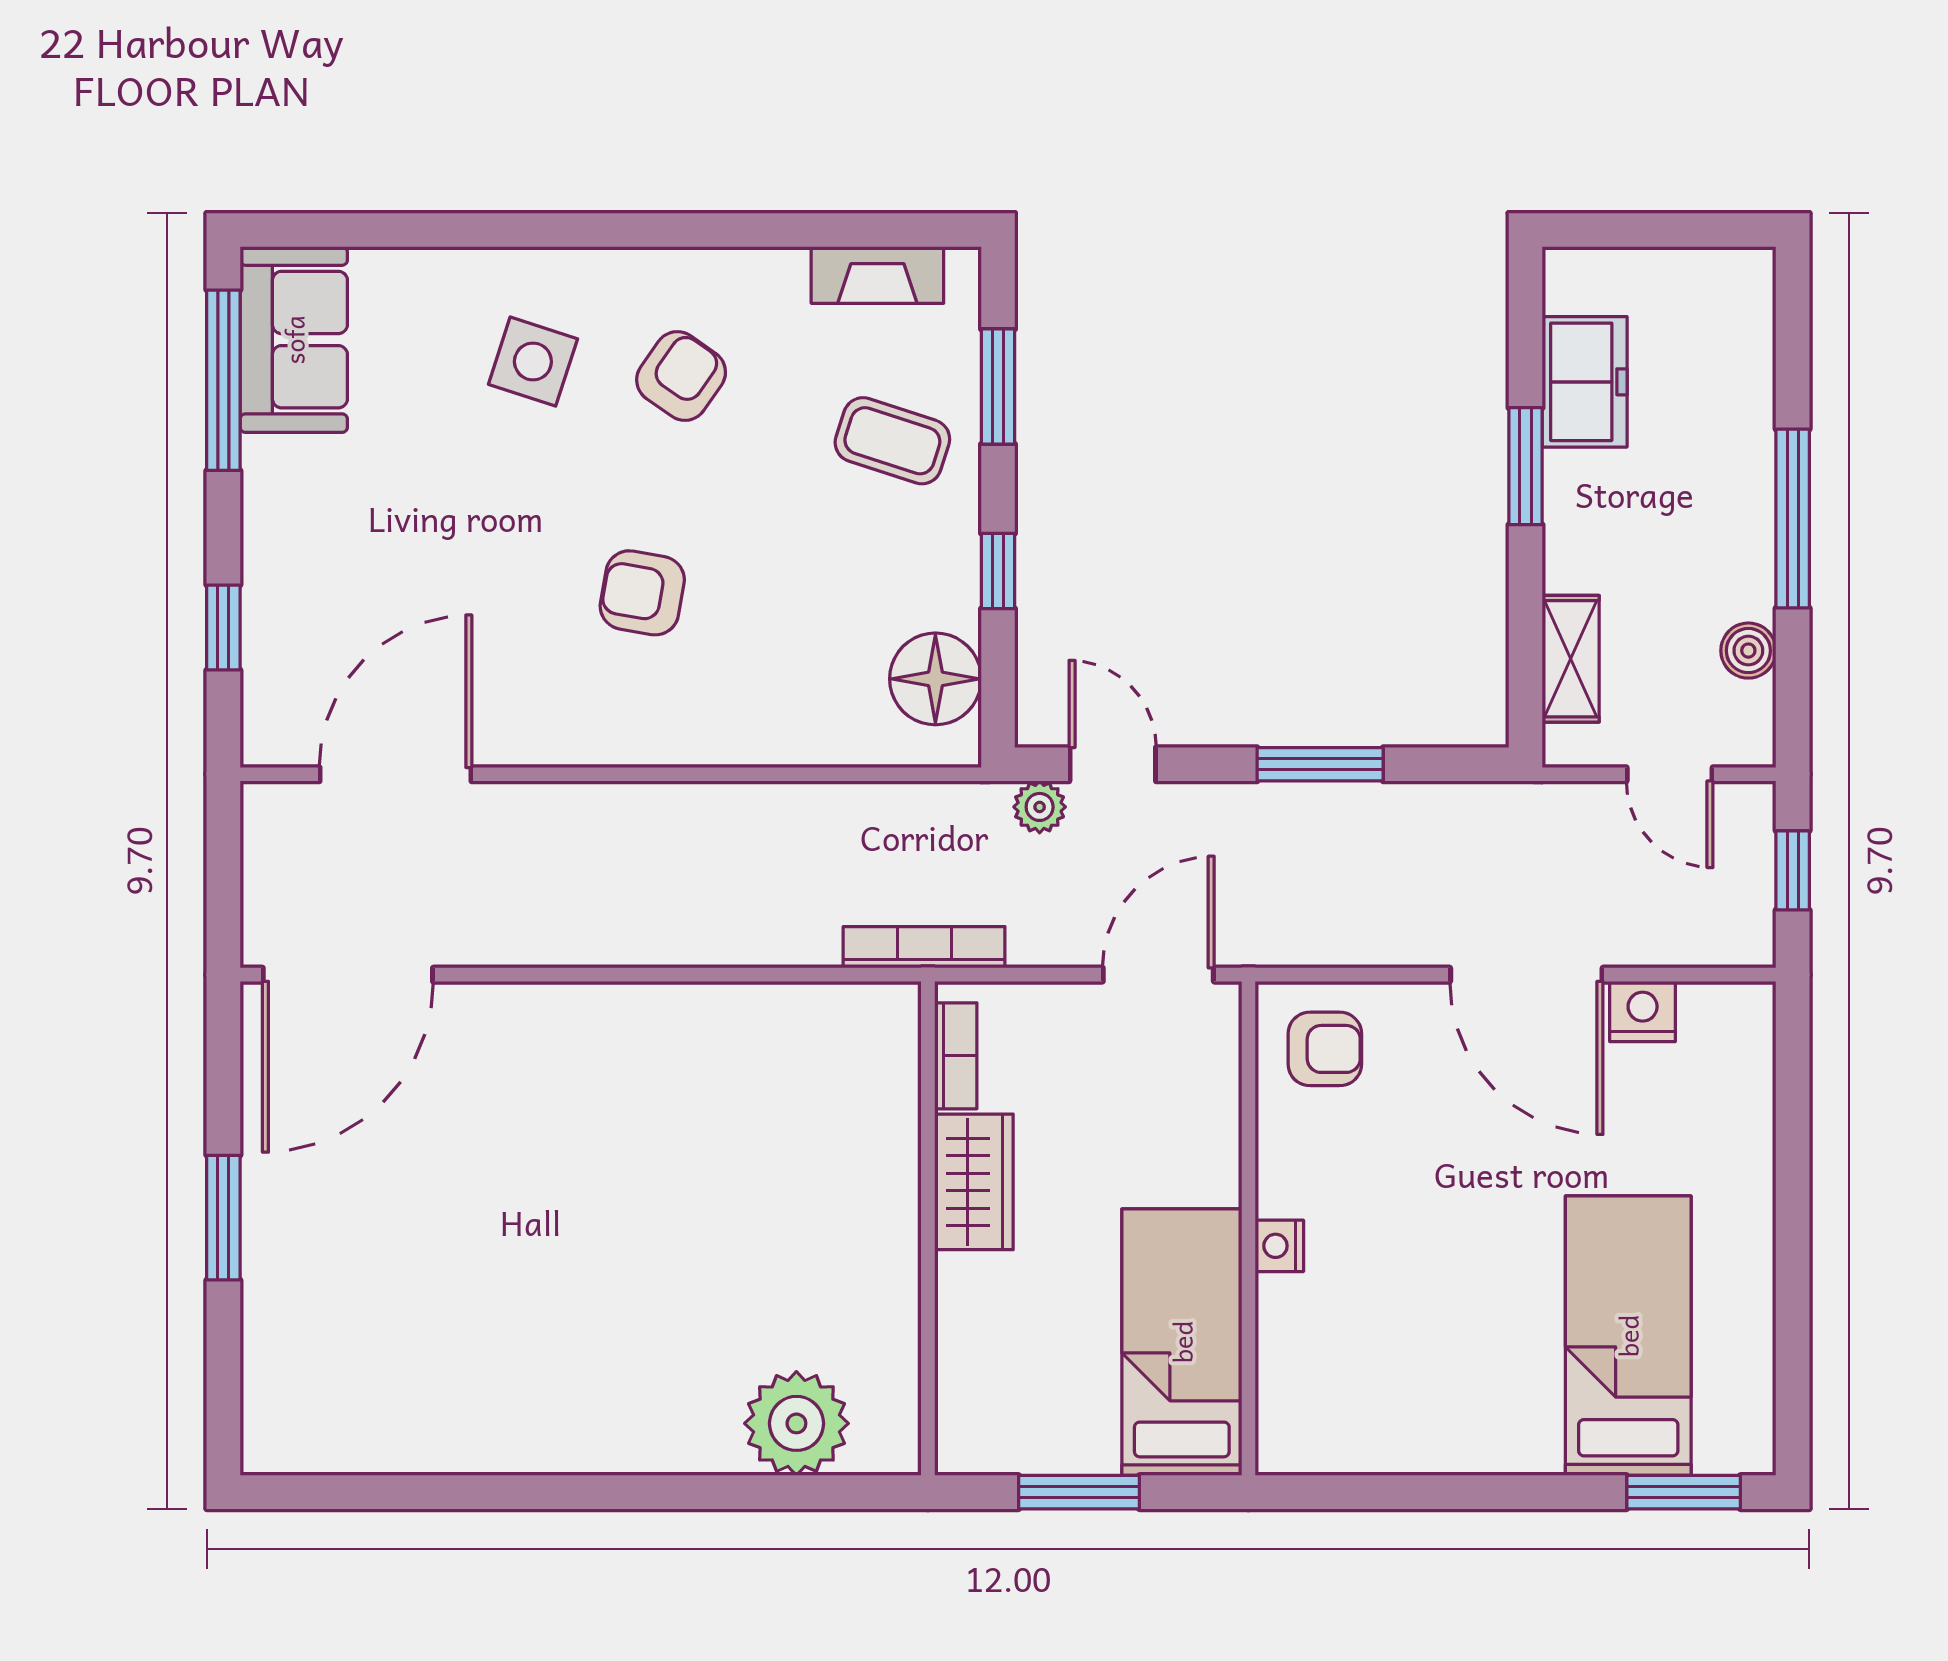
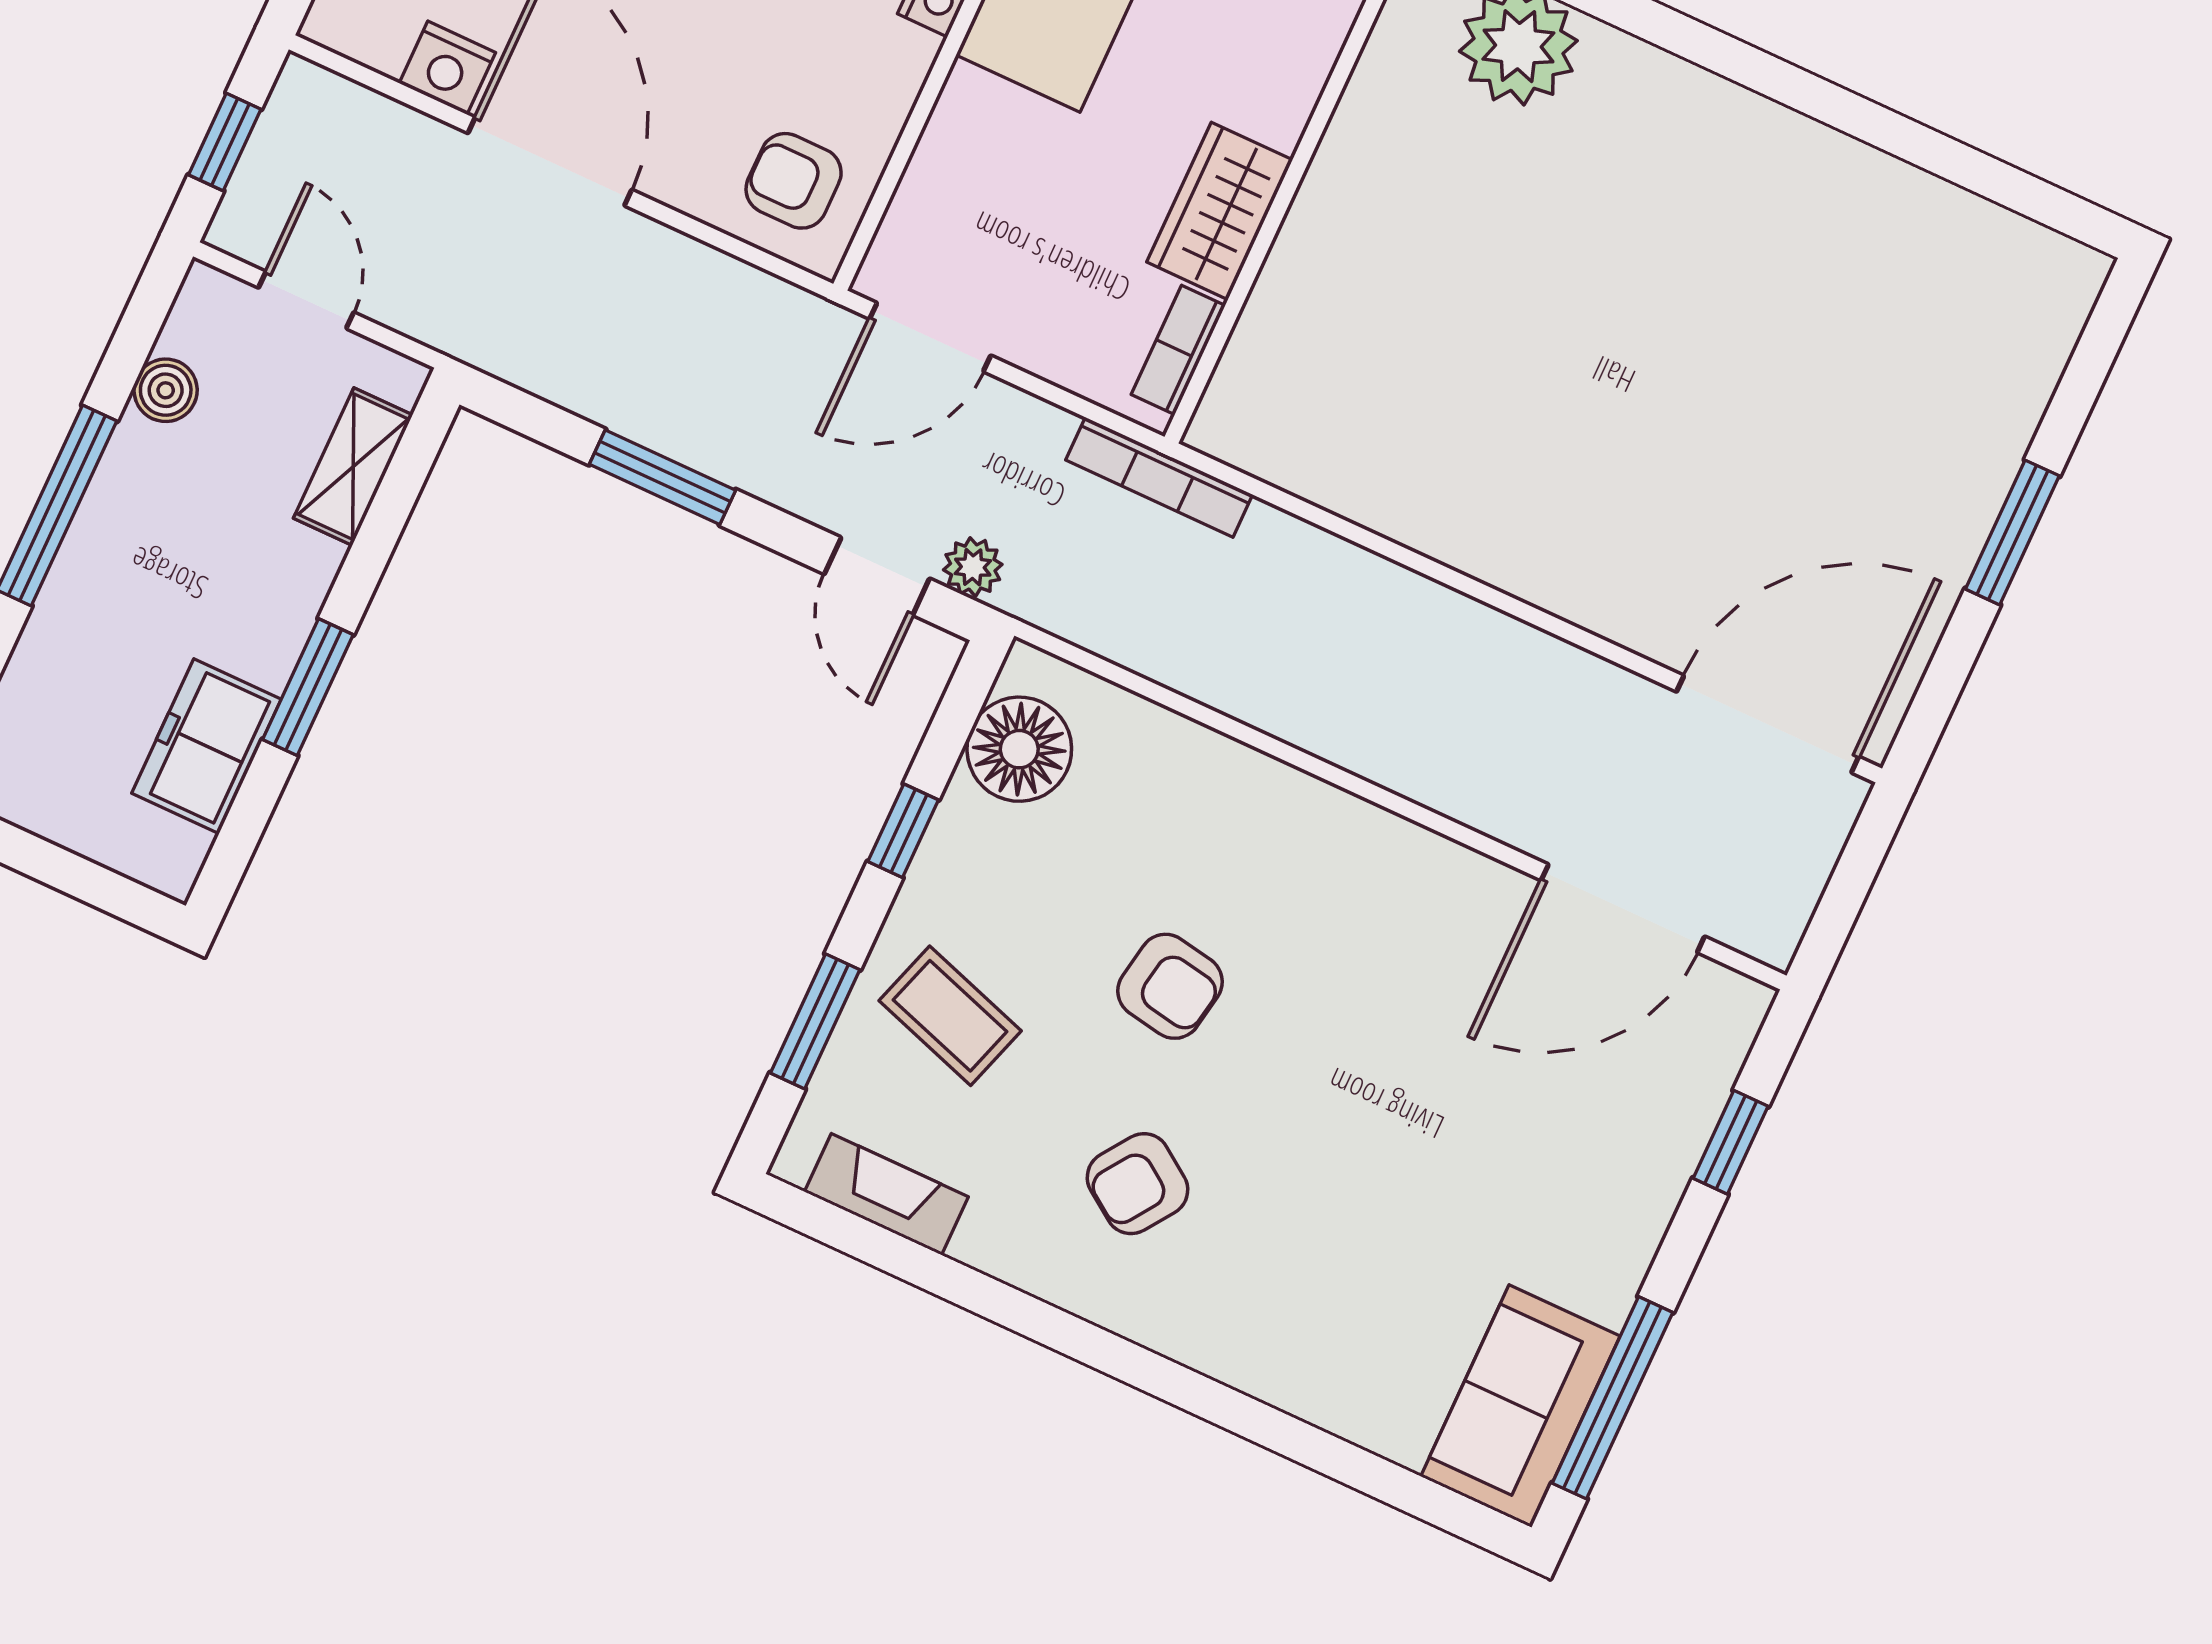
side table: (533, 362) -> (1284, 1269), removed
armchair: (642, 593) -> (1170, 986), moved

